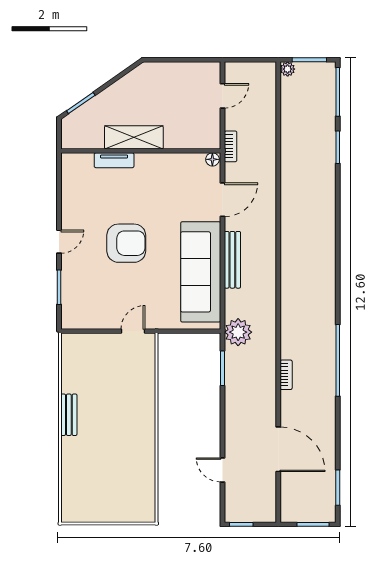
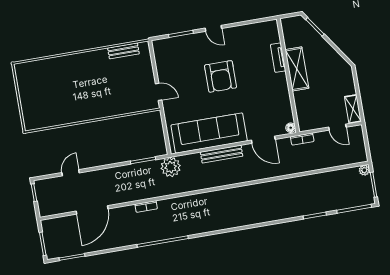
shelving: (202, 70) -> (353, 109), added
bench: (69, 415) -> (123, 51), moved

